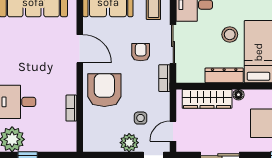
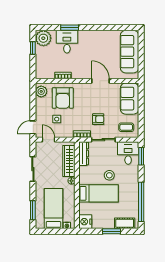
door: (80, 49) -> (100, 81), swing flipped
dresser: (224, 75) -> (84, 154), moved
armchair: (104, 90) -> (63, 98), moved, turned 90
plant: (129, 143) -> (41, 91), moved

